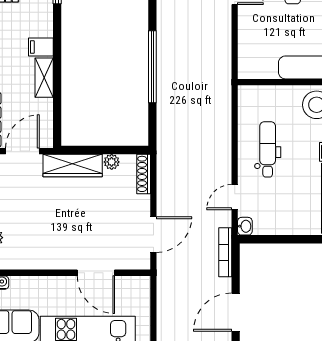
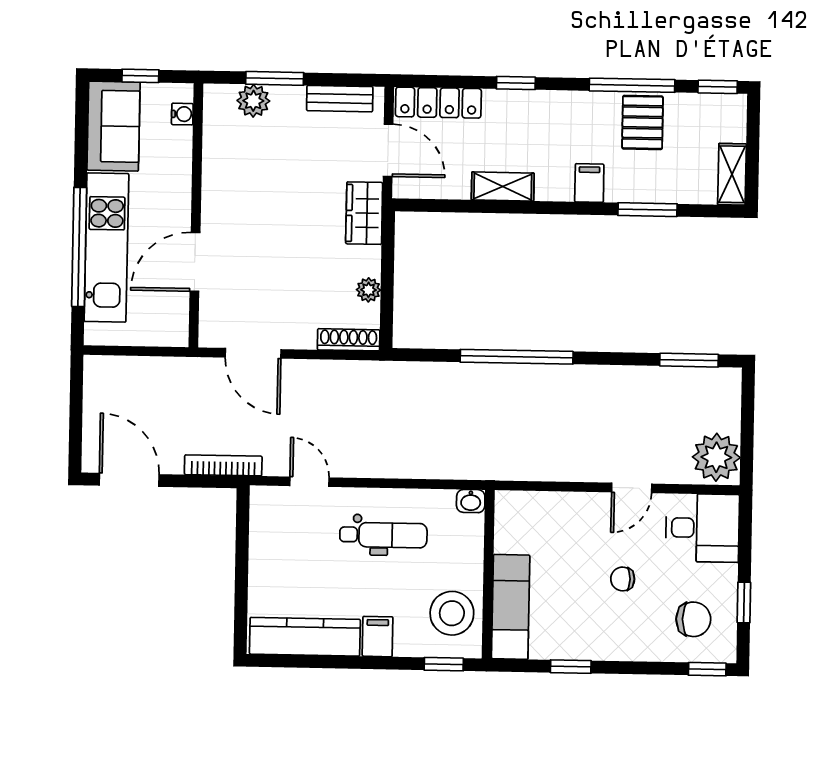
filing cabinet: (41, 47) -> (589, 183), moved
wardrobe: (73, 166) -> (364, 213), width x0.67
washbasin: (245, 226) -> (471, 501), moved

